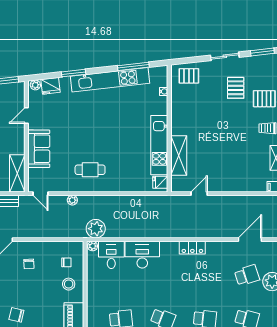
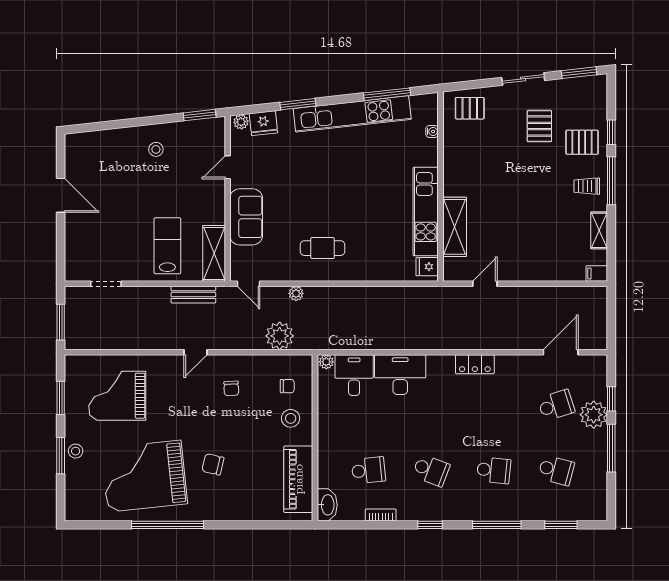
plant: (96, 229) -> (280, 336), moved

